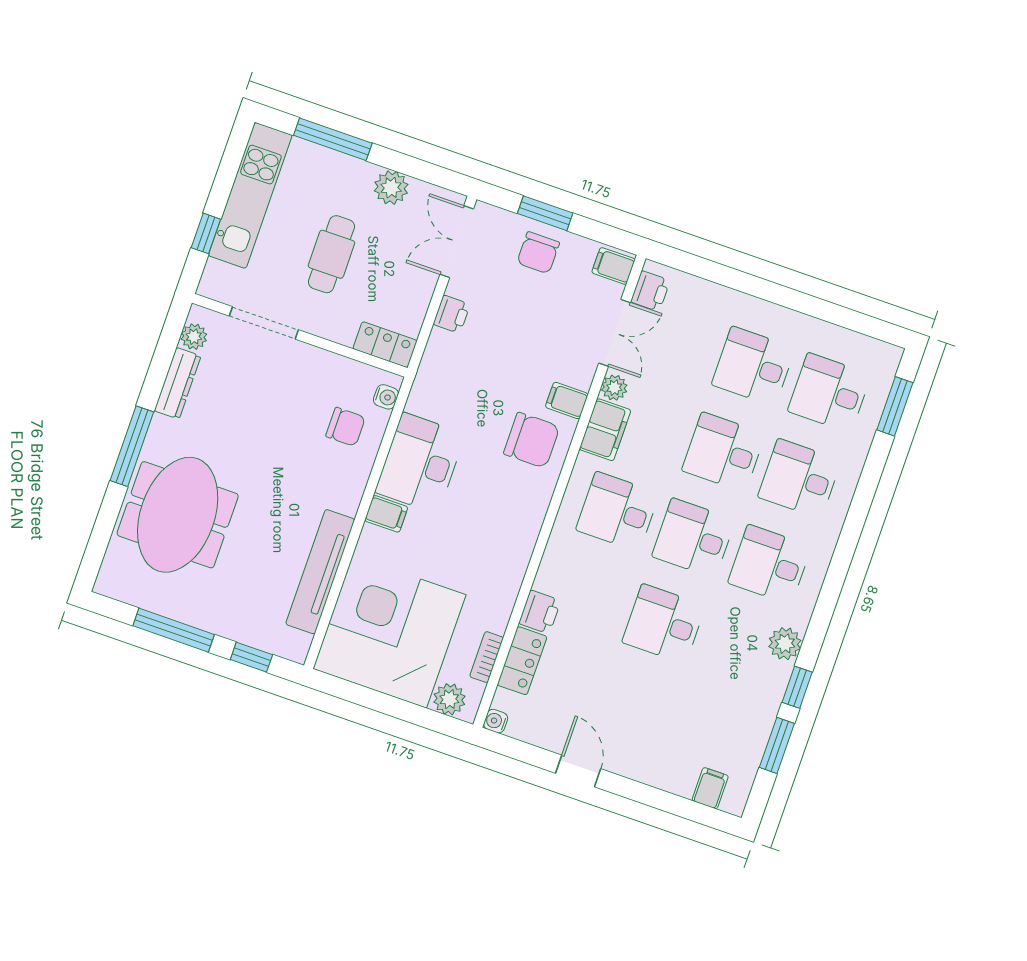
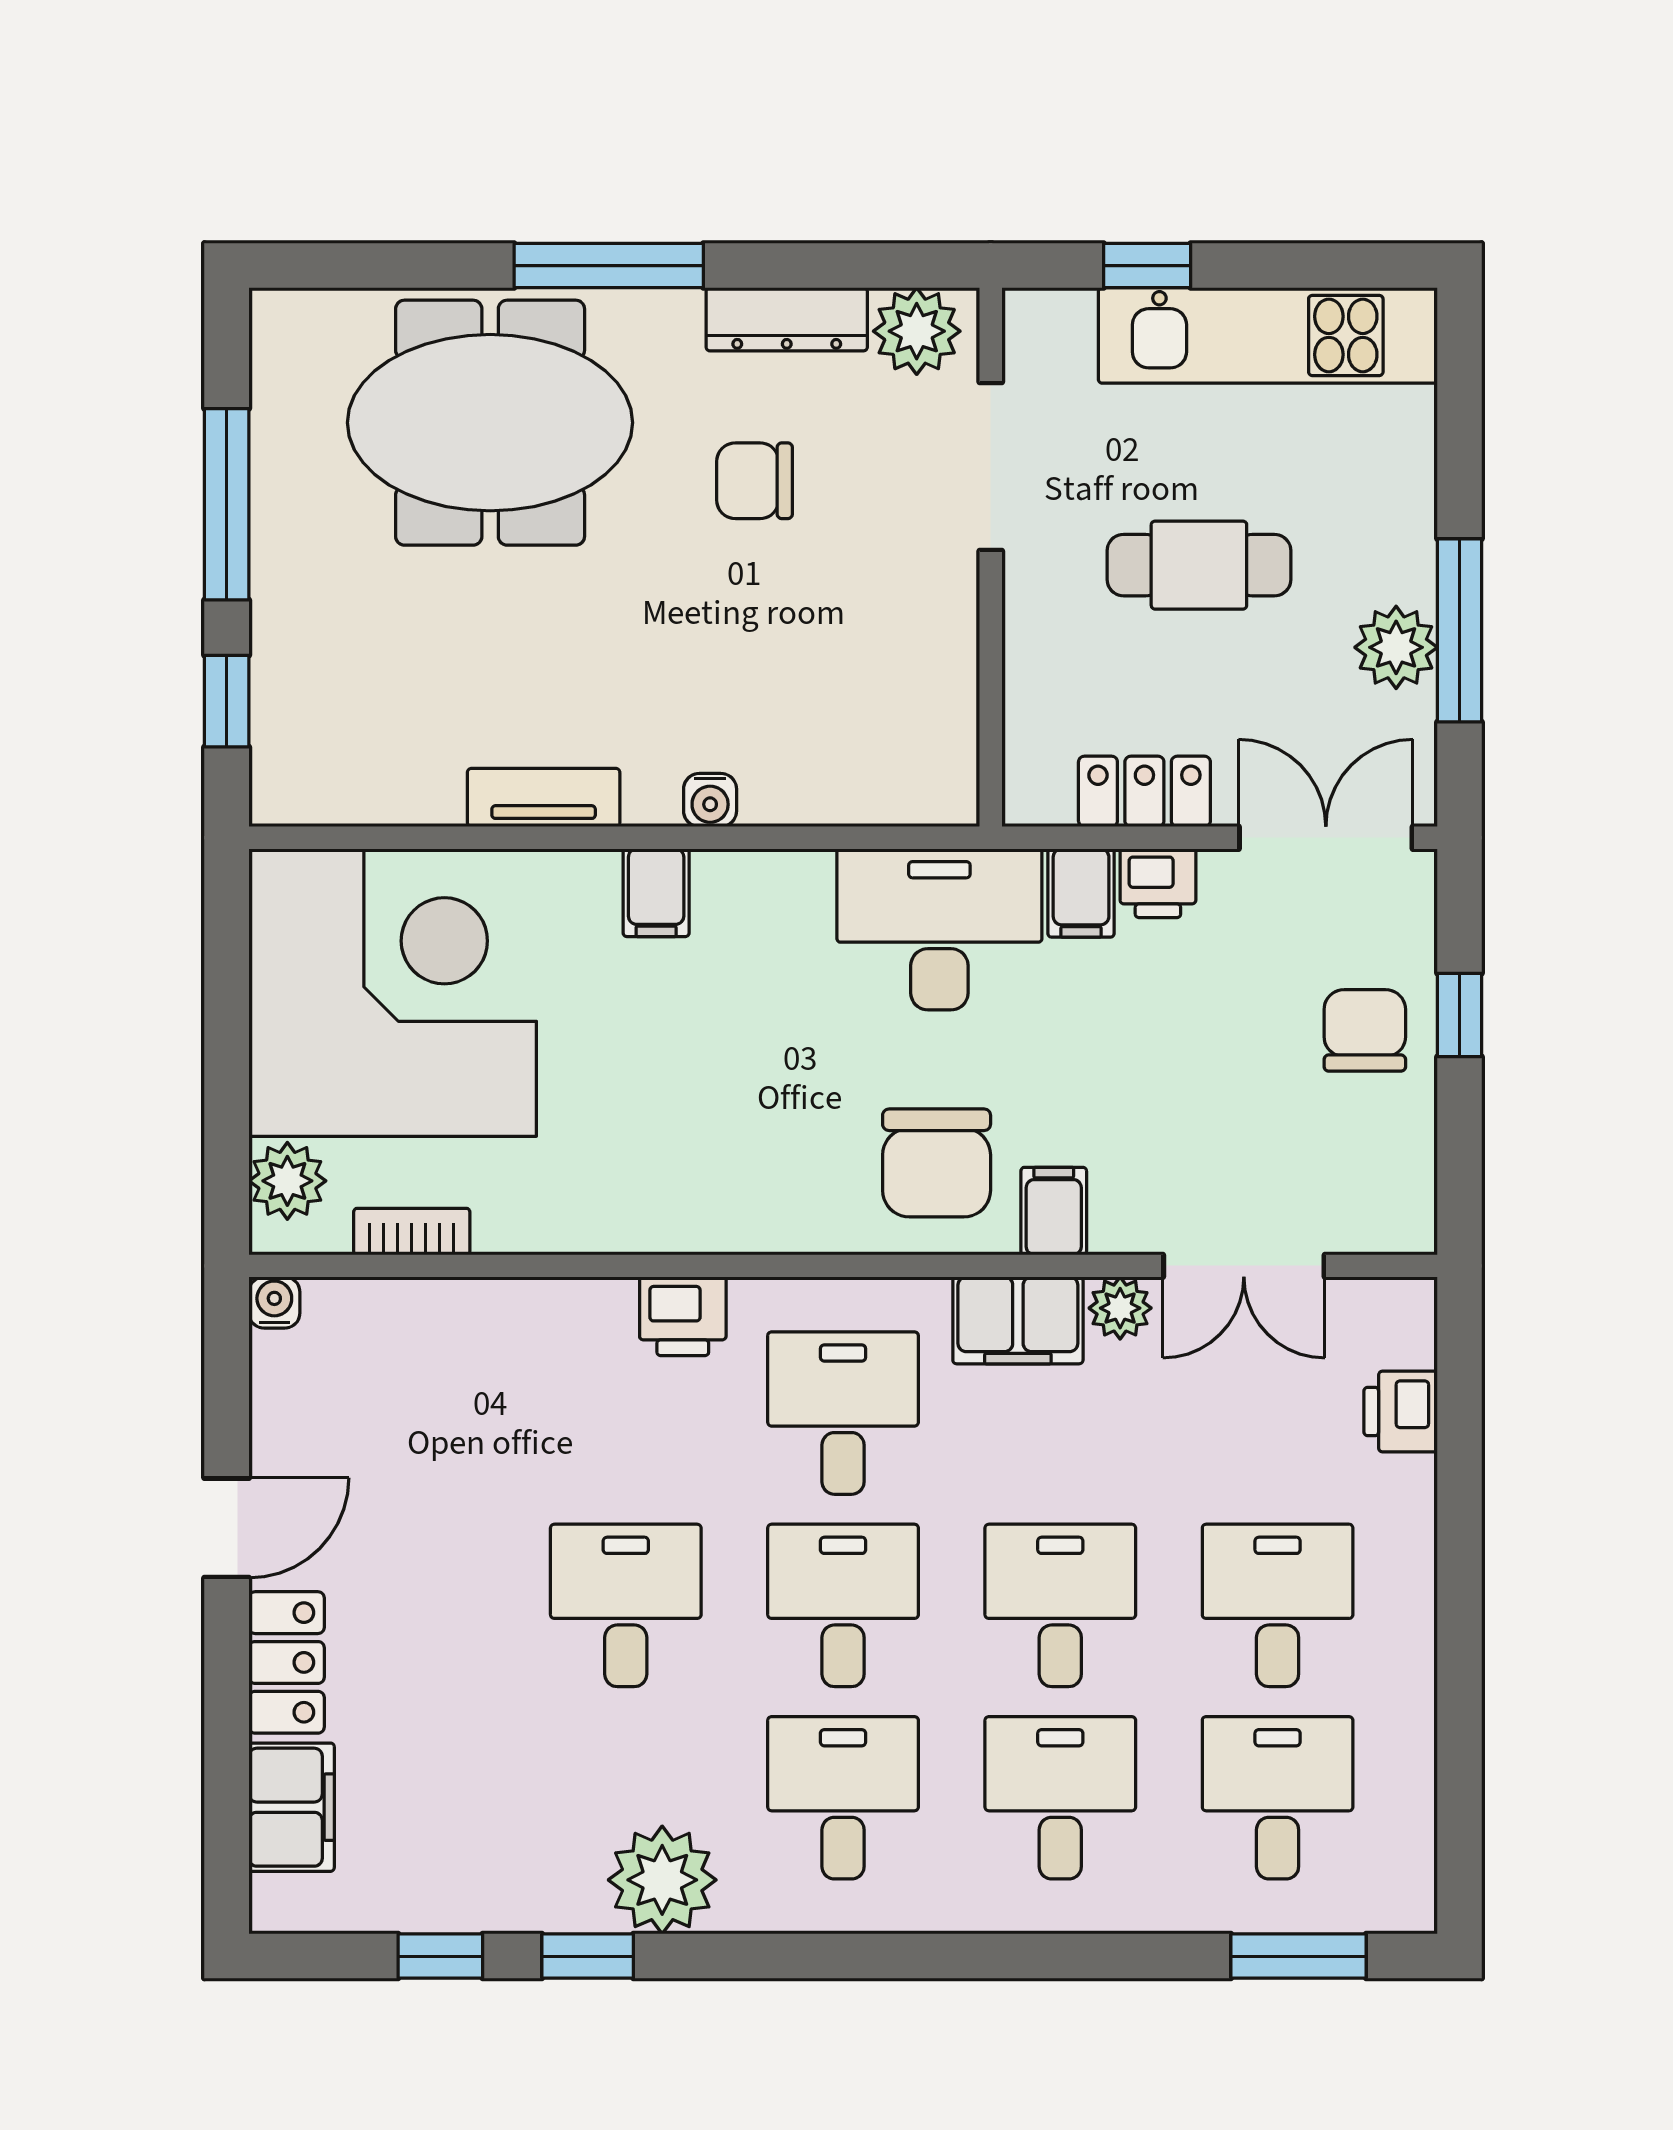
window: (333, 139) -> (1459, 630), moved
window: (545, 213) -> (1459, 1015), width x0.67
chair: (538, 253) -> (1365, 1030), turned 90
filing cabinet: (613, 266) -> (1081, 893), moved, turned 180
printer: (650, 291) -> (1401, 1412), moved, turned 90
plant: (194, 337) -> (917, 331), width x1.38, depth x1.38
locker: (385, 345) -> (1144, 791), moved, turned -90
water cooler: (386, 397) -> (710, 800), moved
chair: (346, 427) -> (754, 481), moved, turned 90
desk: (420, 463) -> (939, 929), moved
tv unit: (320, 572) -> (544, 798), width x0.52, depth x0.78
printer: (540, 612) -> (683, 1316), moved
plant: (785, 644) -> (662, 1880), width x1.36, depth x1.36
locker: (522, 661) -> (287, 1662), moved, turned -90
window: (777, 745) -> (440, 1956), width x0.67
filing cabinet: (710, 788) -> (292, 1807), width x2.00

